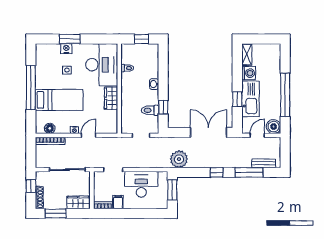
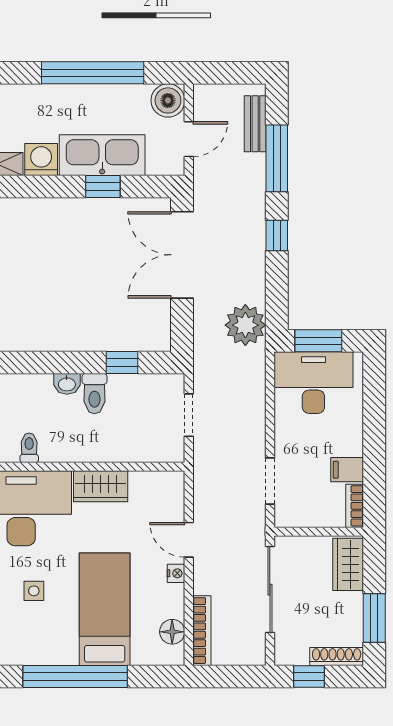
toilet: (150, 110) -> (94, 394), moved
door: (257, 135) -> (189, 139), swing flipped
desk: (141, 184) -> (313, 383), moved, turned 90

